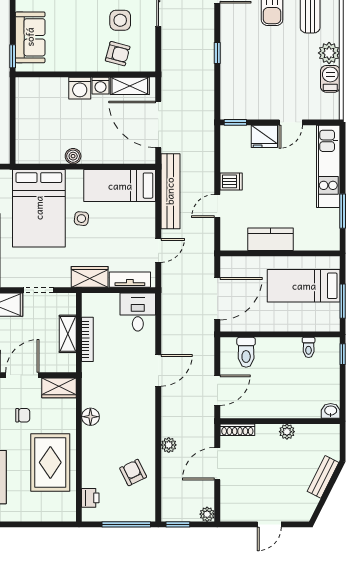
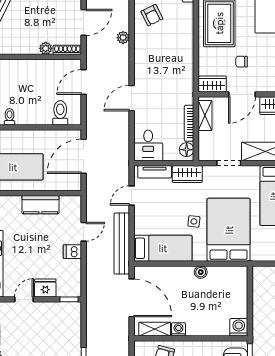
washing machine: (80, 88) -> (239, 327), moved
shelving: (68, 334) -> (205, 116), moved
floor lamp: (90, 417) -> (187, 150), moved
plant: (287, 432) -> (46, 48), moved

